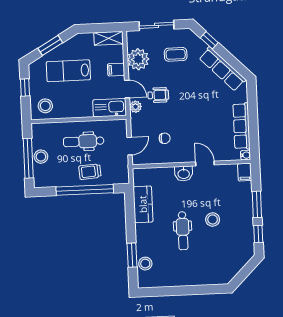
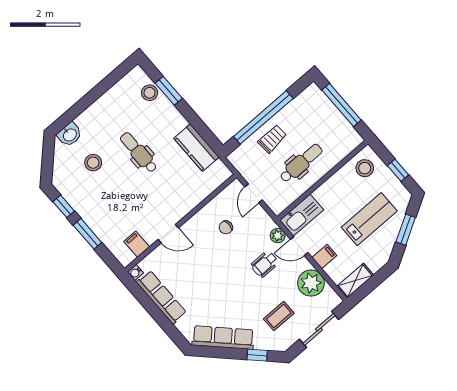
stool: (41, 157) -> (330, 116), removed
filing cabinet: (245, 172) -> (137, 244), moved
washbasin: (184, 174) -> (70, 135), moved, turned 180
stool: (213, 219) -> (93, 163), moved

